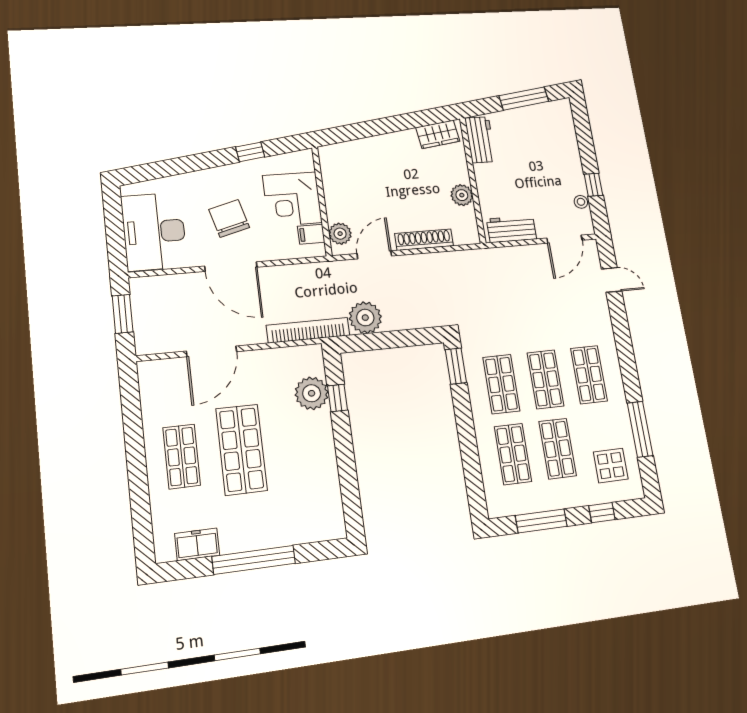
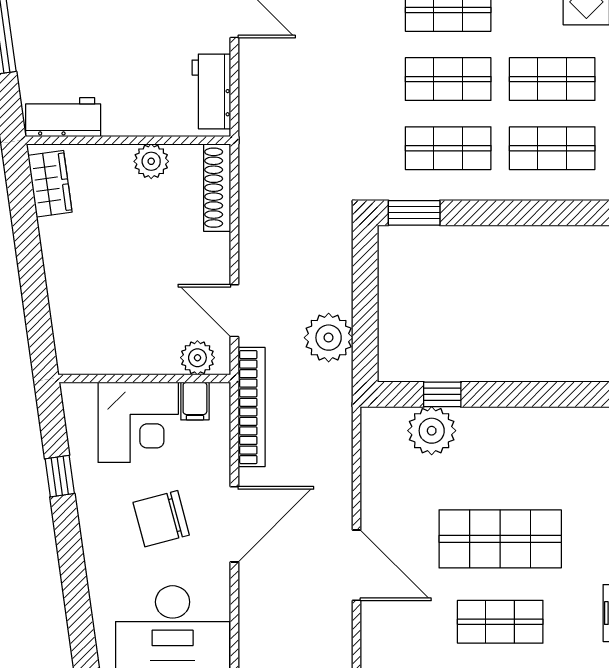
shoe rack: (424, 240) -> (217, 188), moved
bookcase: (308, 330) -> (252, 407), moved, turned 180

